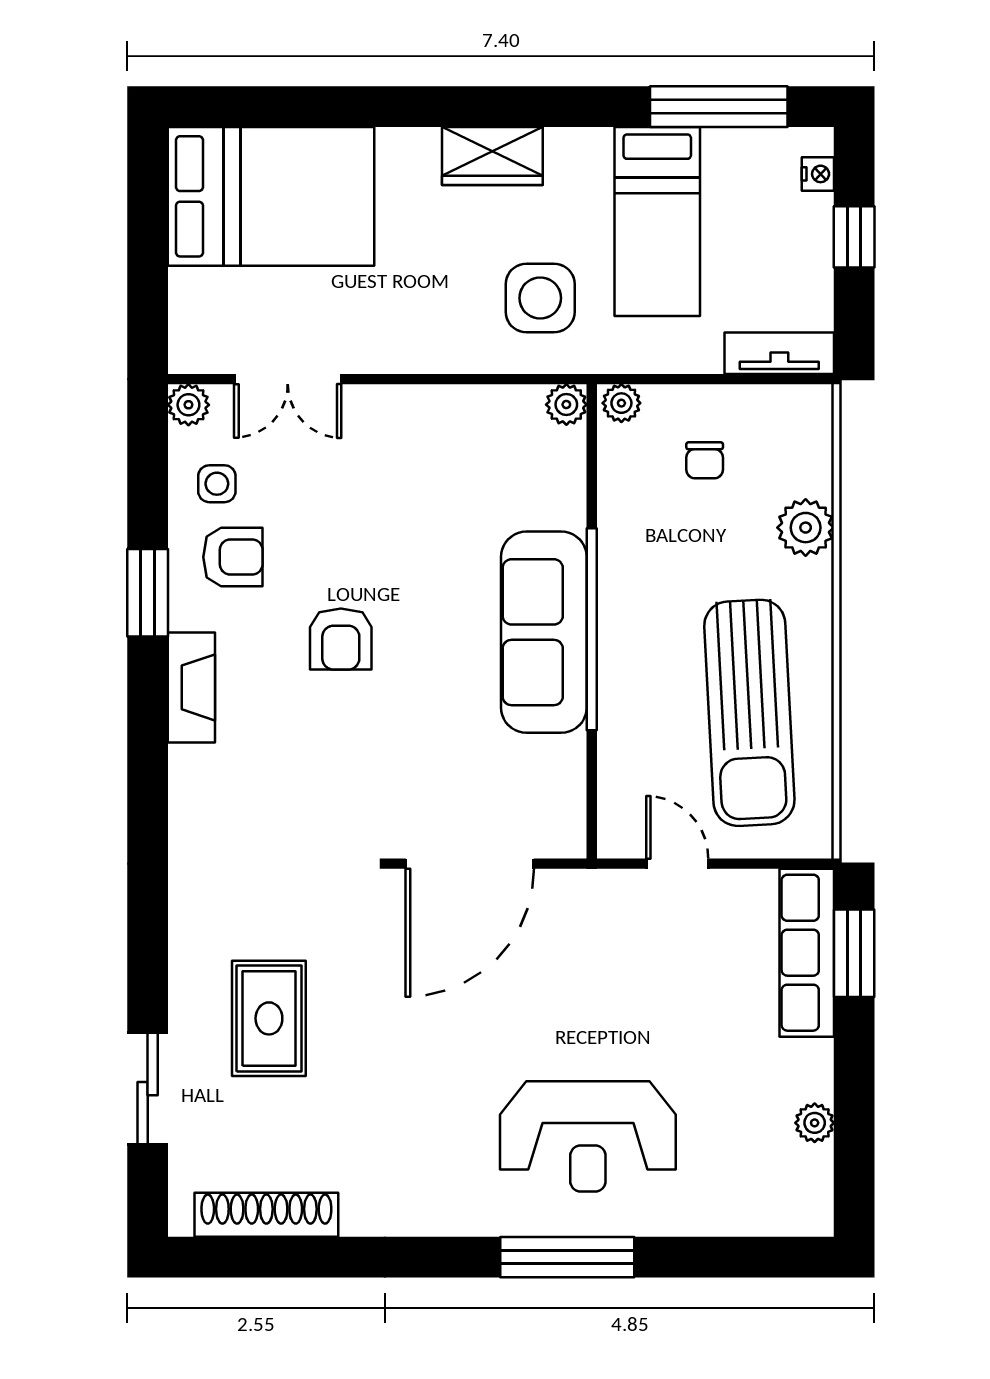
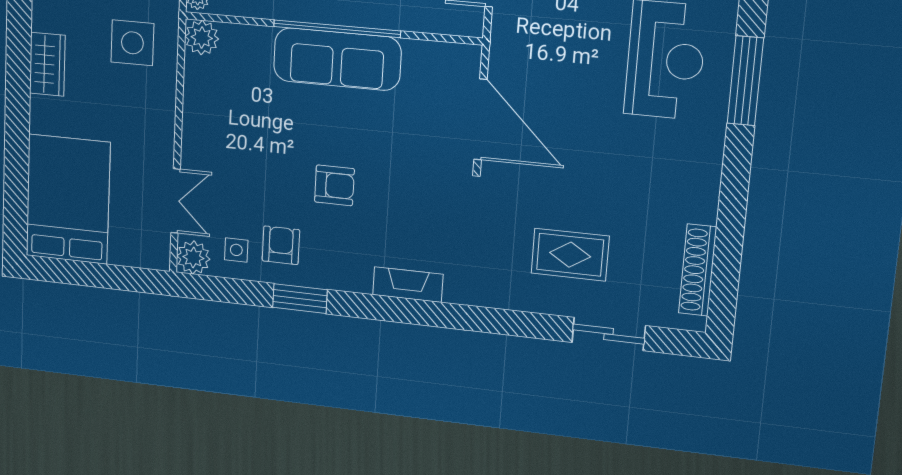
plant: (188, 405) -> (193, 258), width x1.38, depth x1.38
plant: (566, 405) -> (202, 38), width x1.38, depth x1.38
fireplace: (191, 687) -> (408, 284), moved

